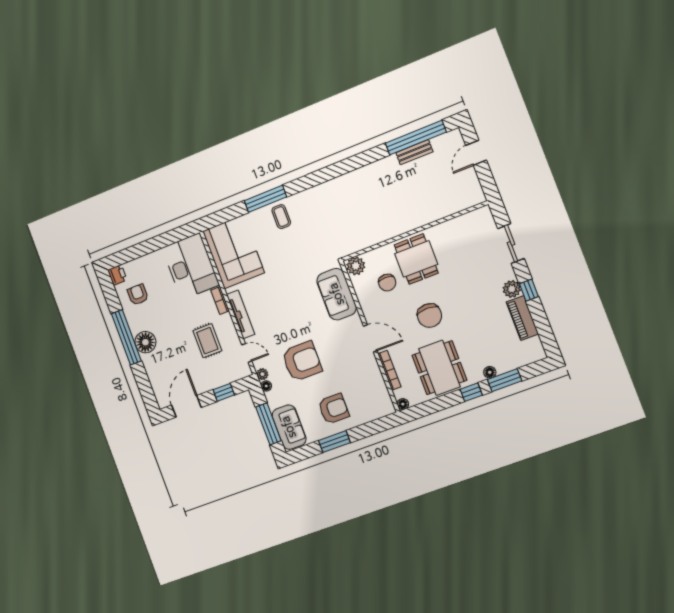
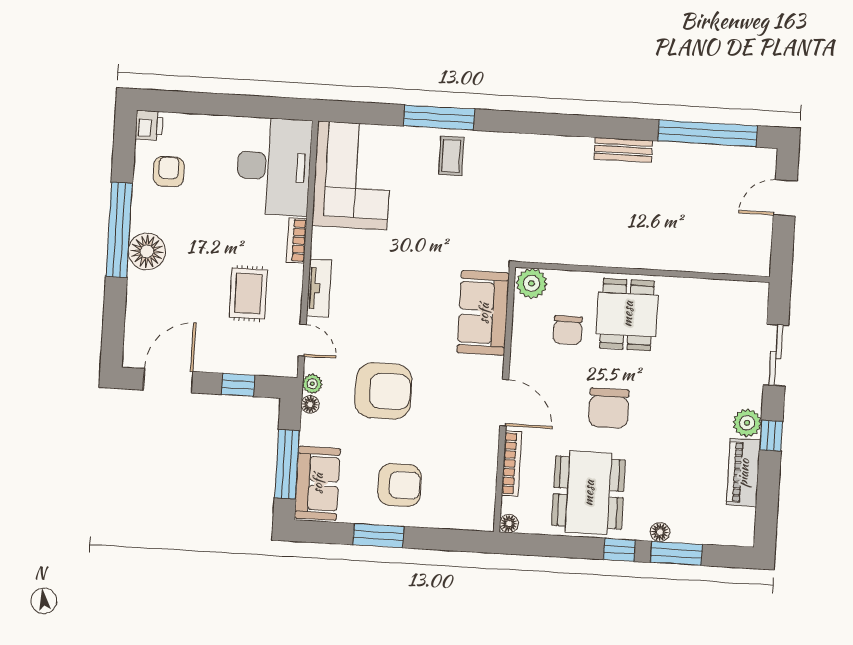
bench: (414, 152) -> (623, 150), moved
tv unit: (241, 314) -> (319, 288), width x0.71

